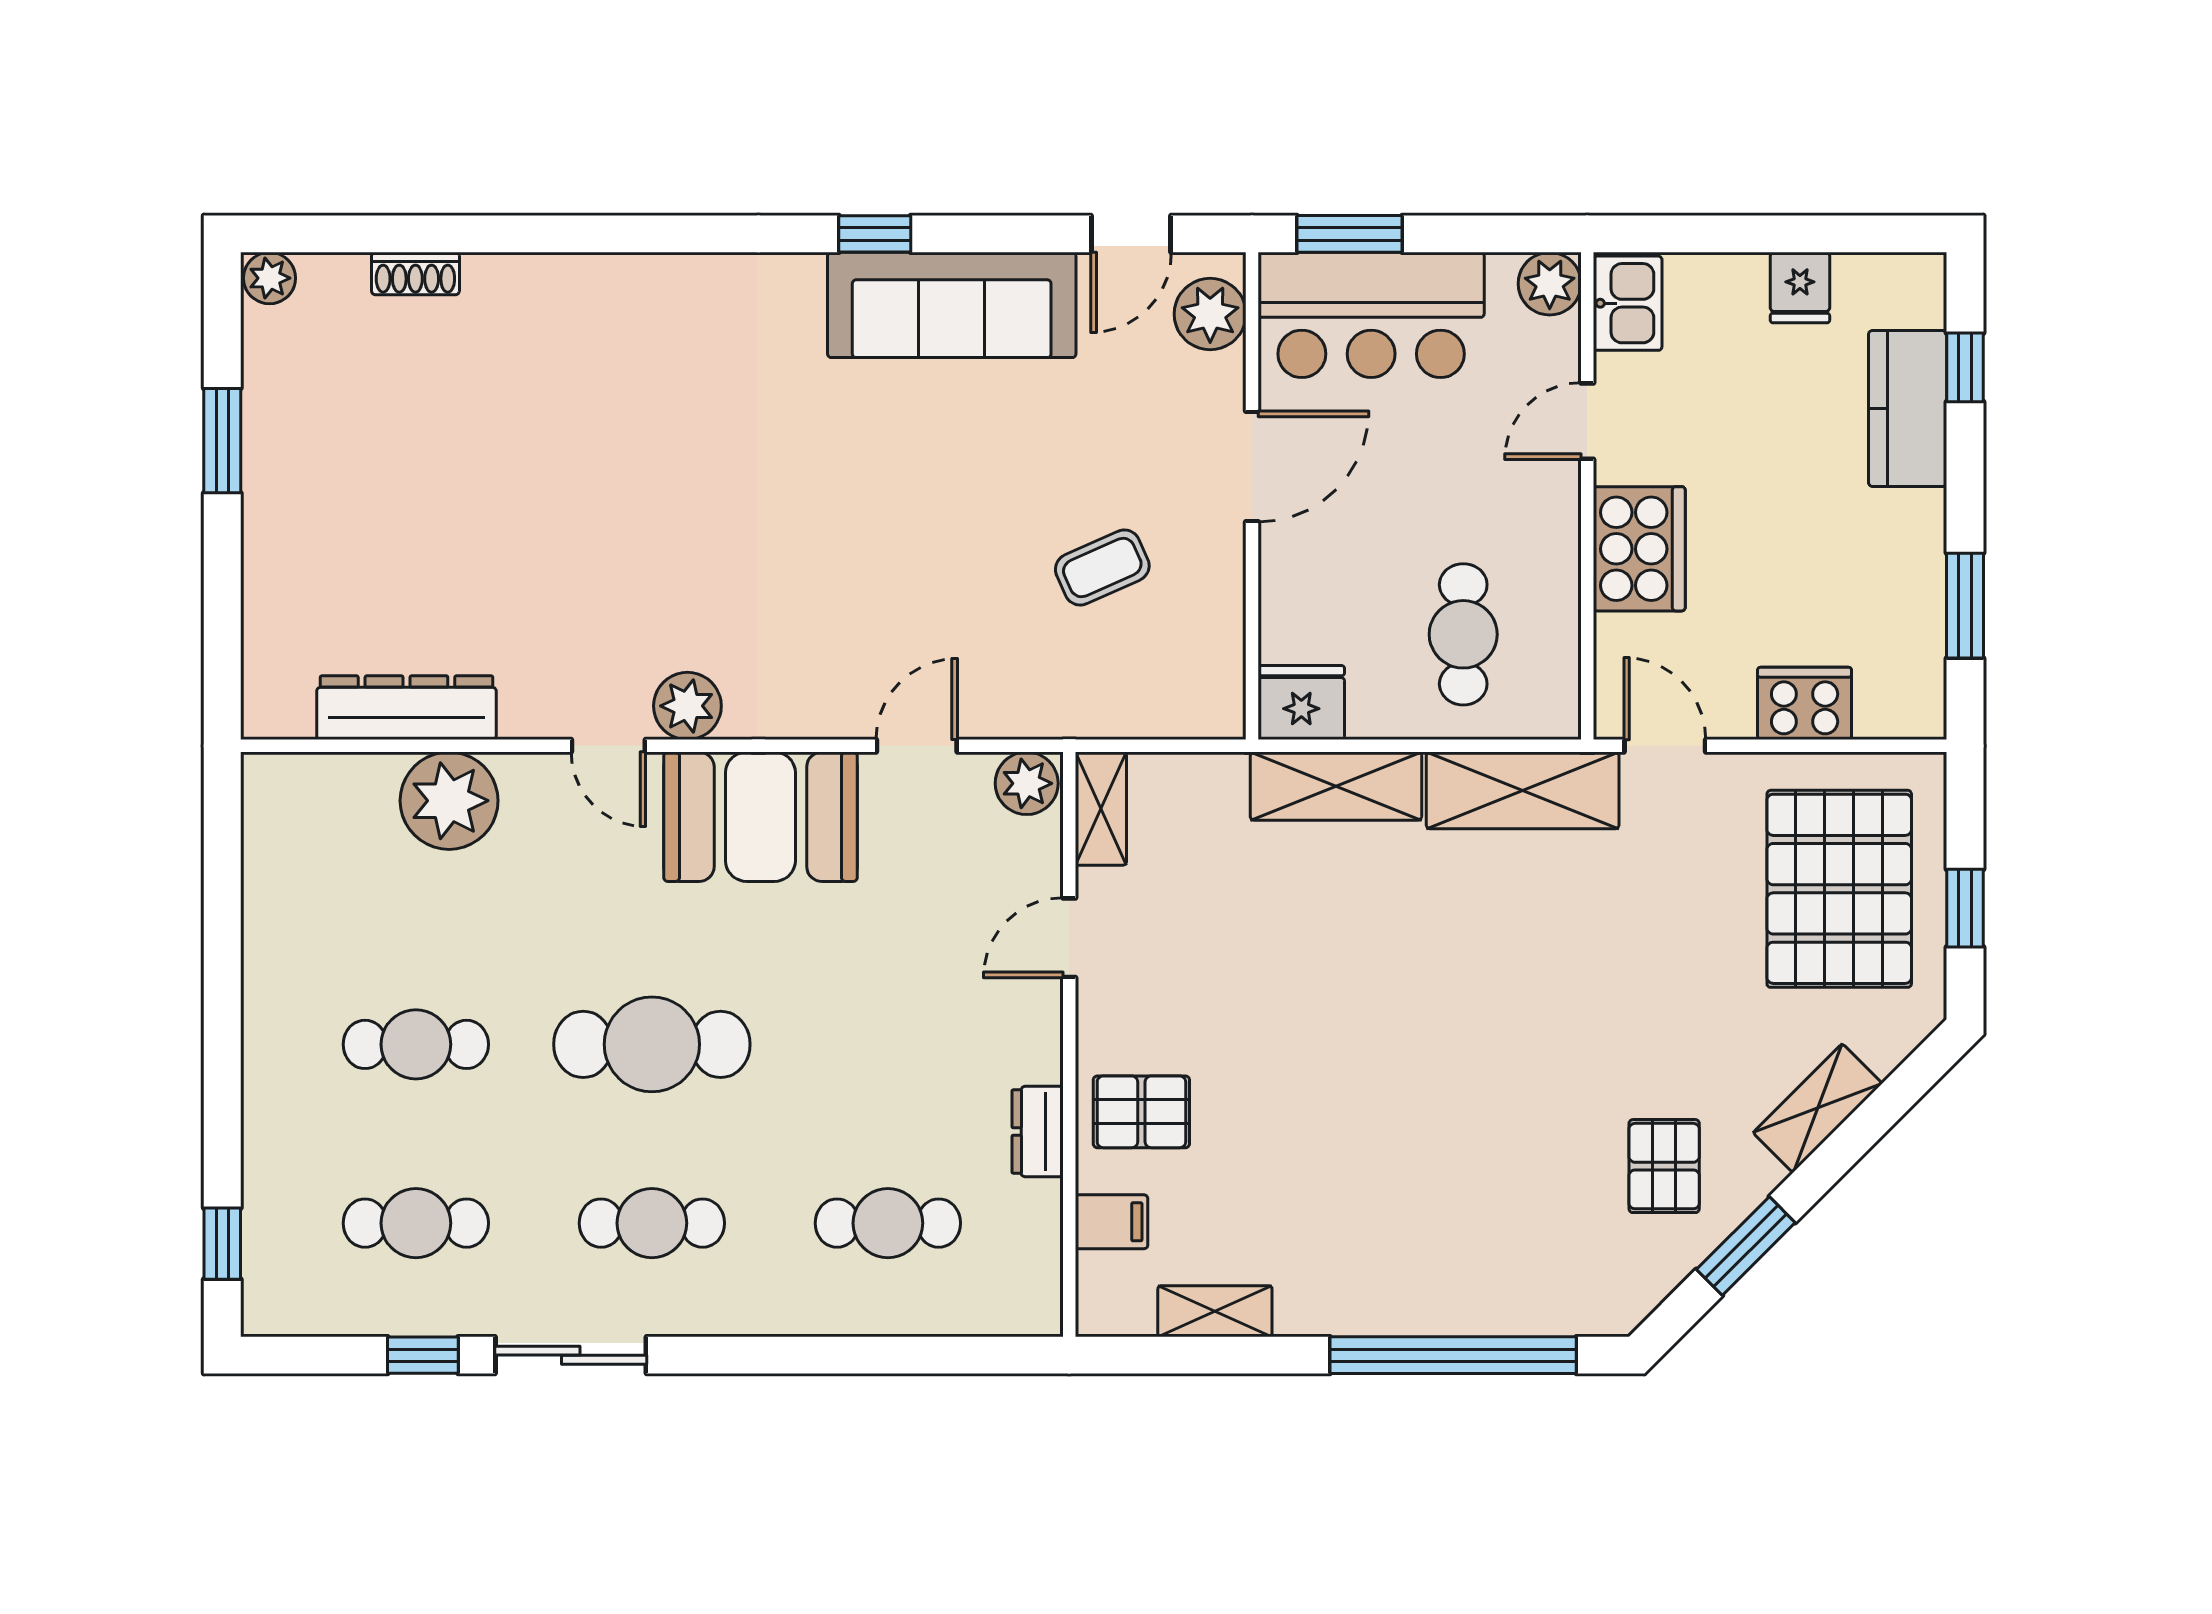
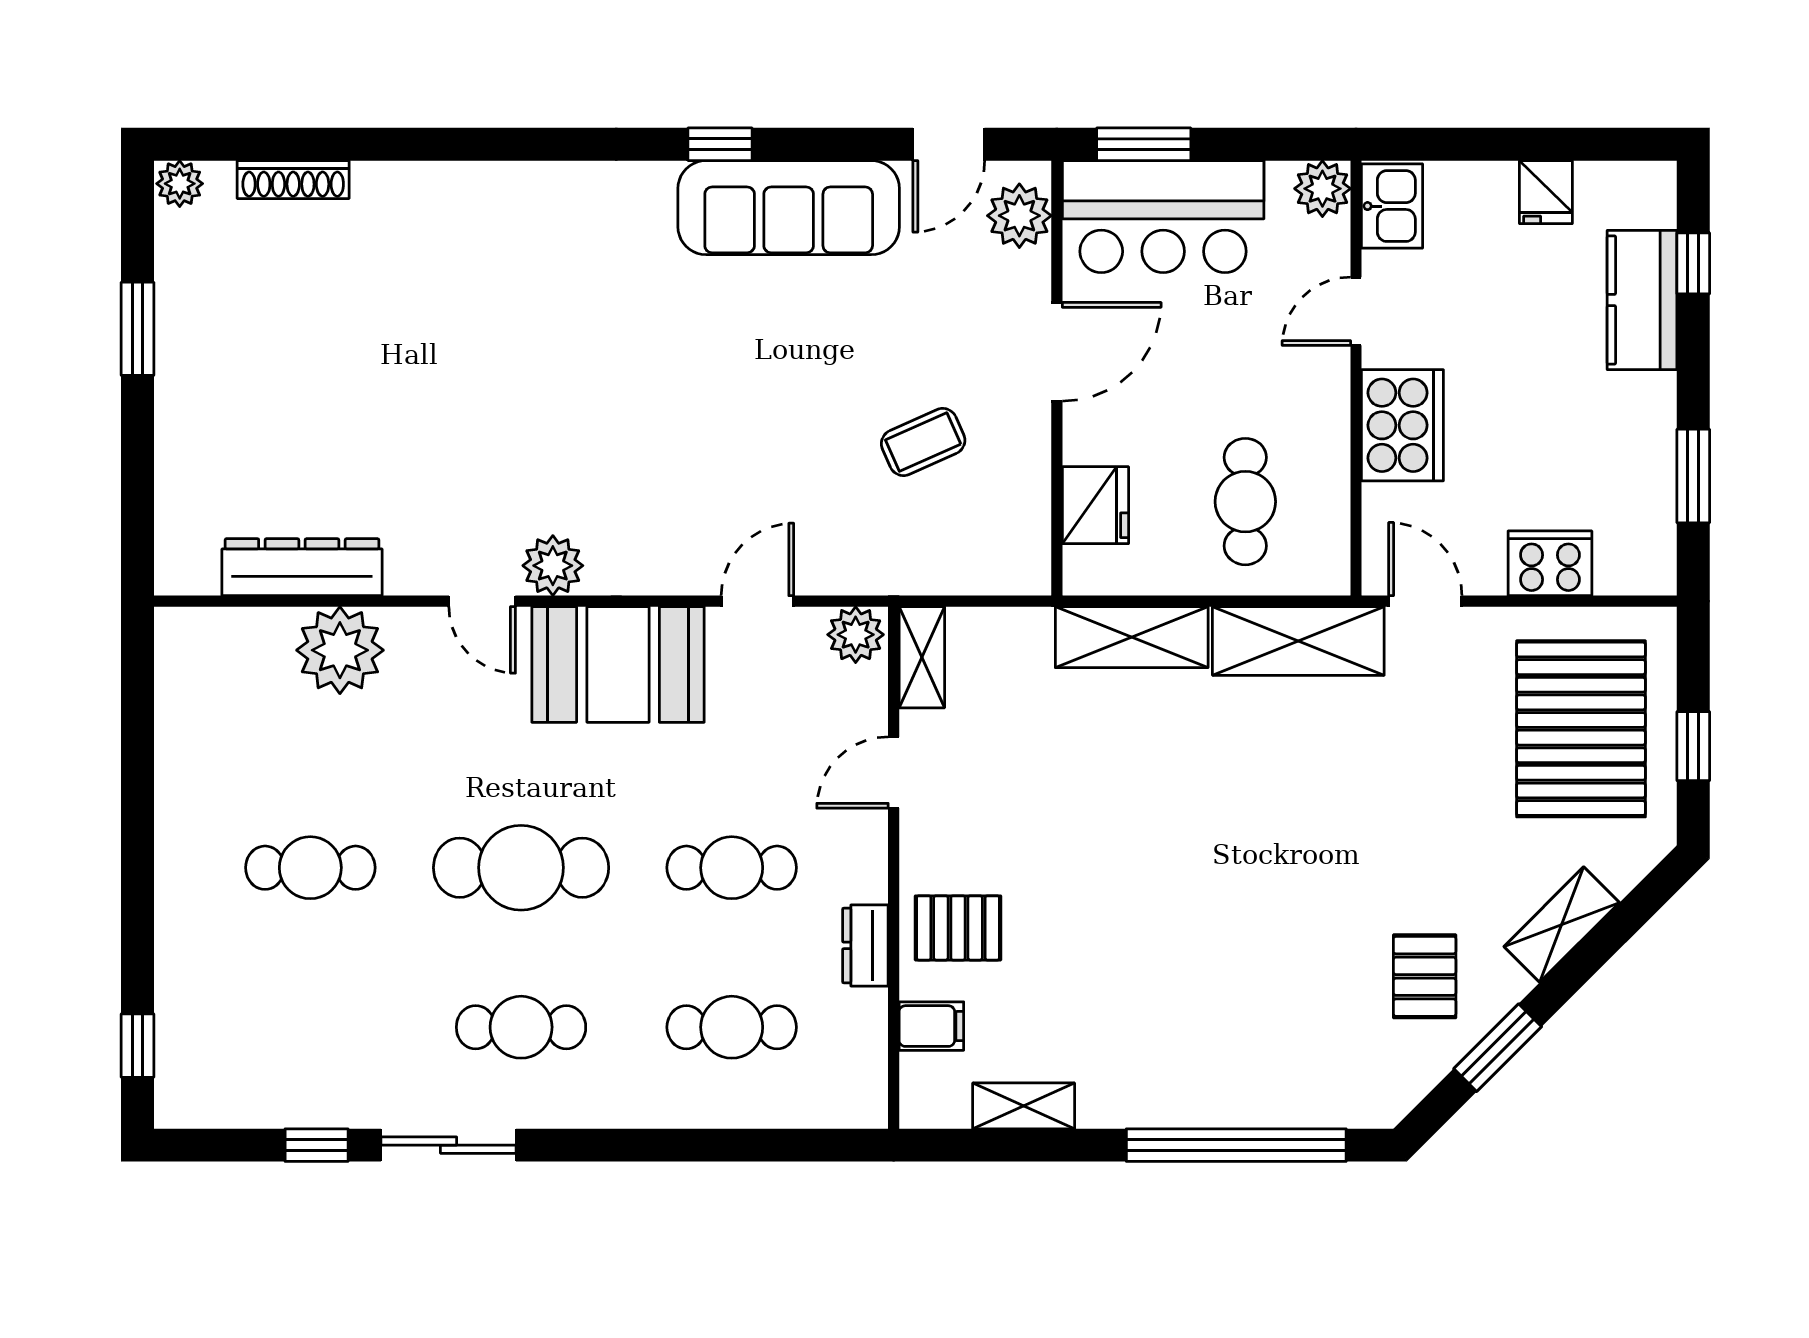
shoe rack: (415, 274) -> (293, 180), width x1.43
fridge: (1301, 703) -> (1095, 505), moved, turned 90
cafe table: (416, 1223) -> (732, 868), moved

